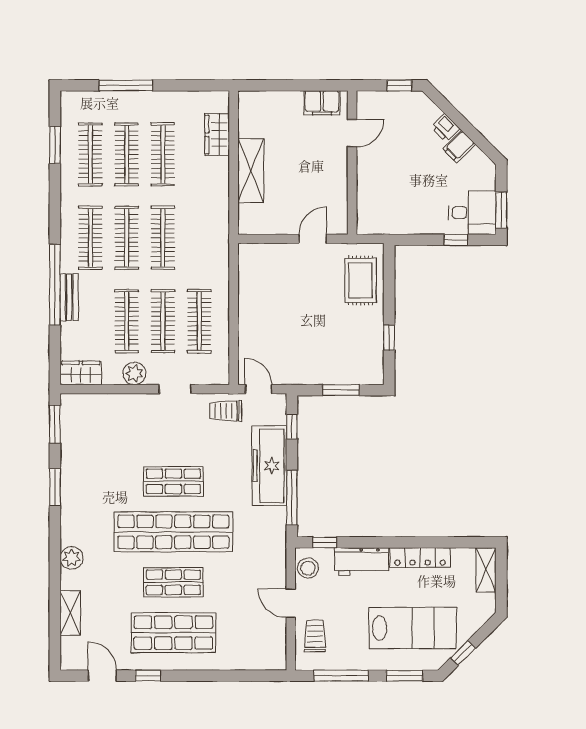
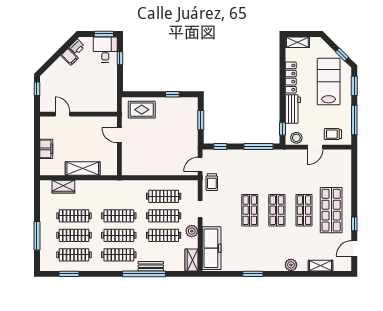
filing cabinet: (322, 103) -> (46, 149), moved
printer: (445, 128) -> (77, 47), moved
window: (55, 424) -> (219, 274), removed
freezer: (269, 466) -> (212, 248), moved, turned -90
shop shelf: (173, 532) -> (277, 210), width x0.50, depth x0.74

